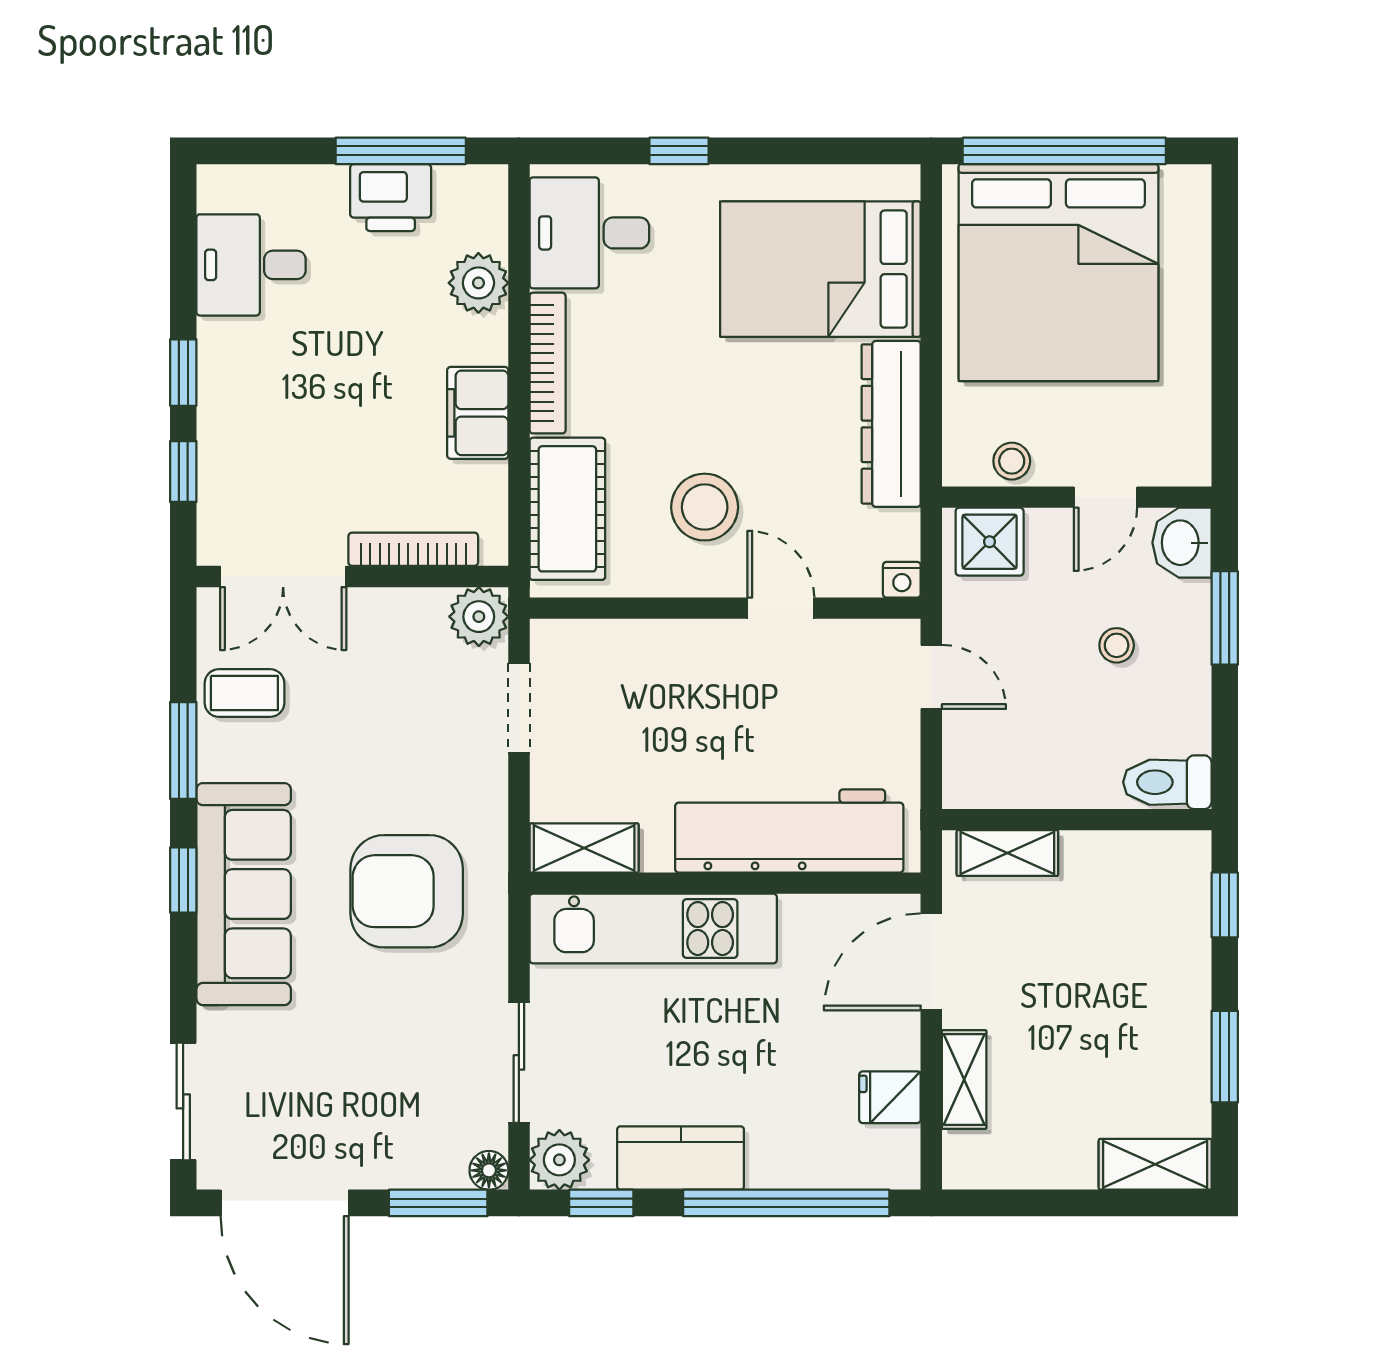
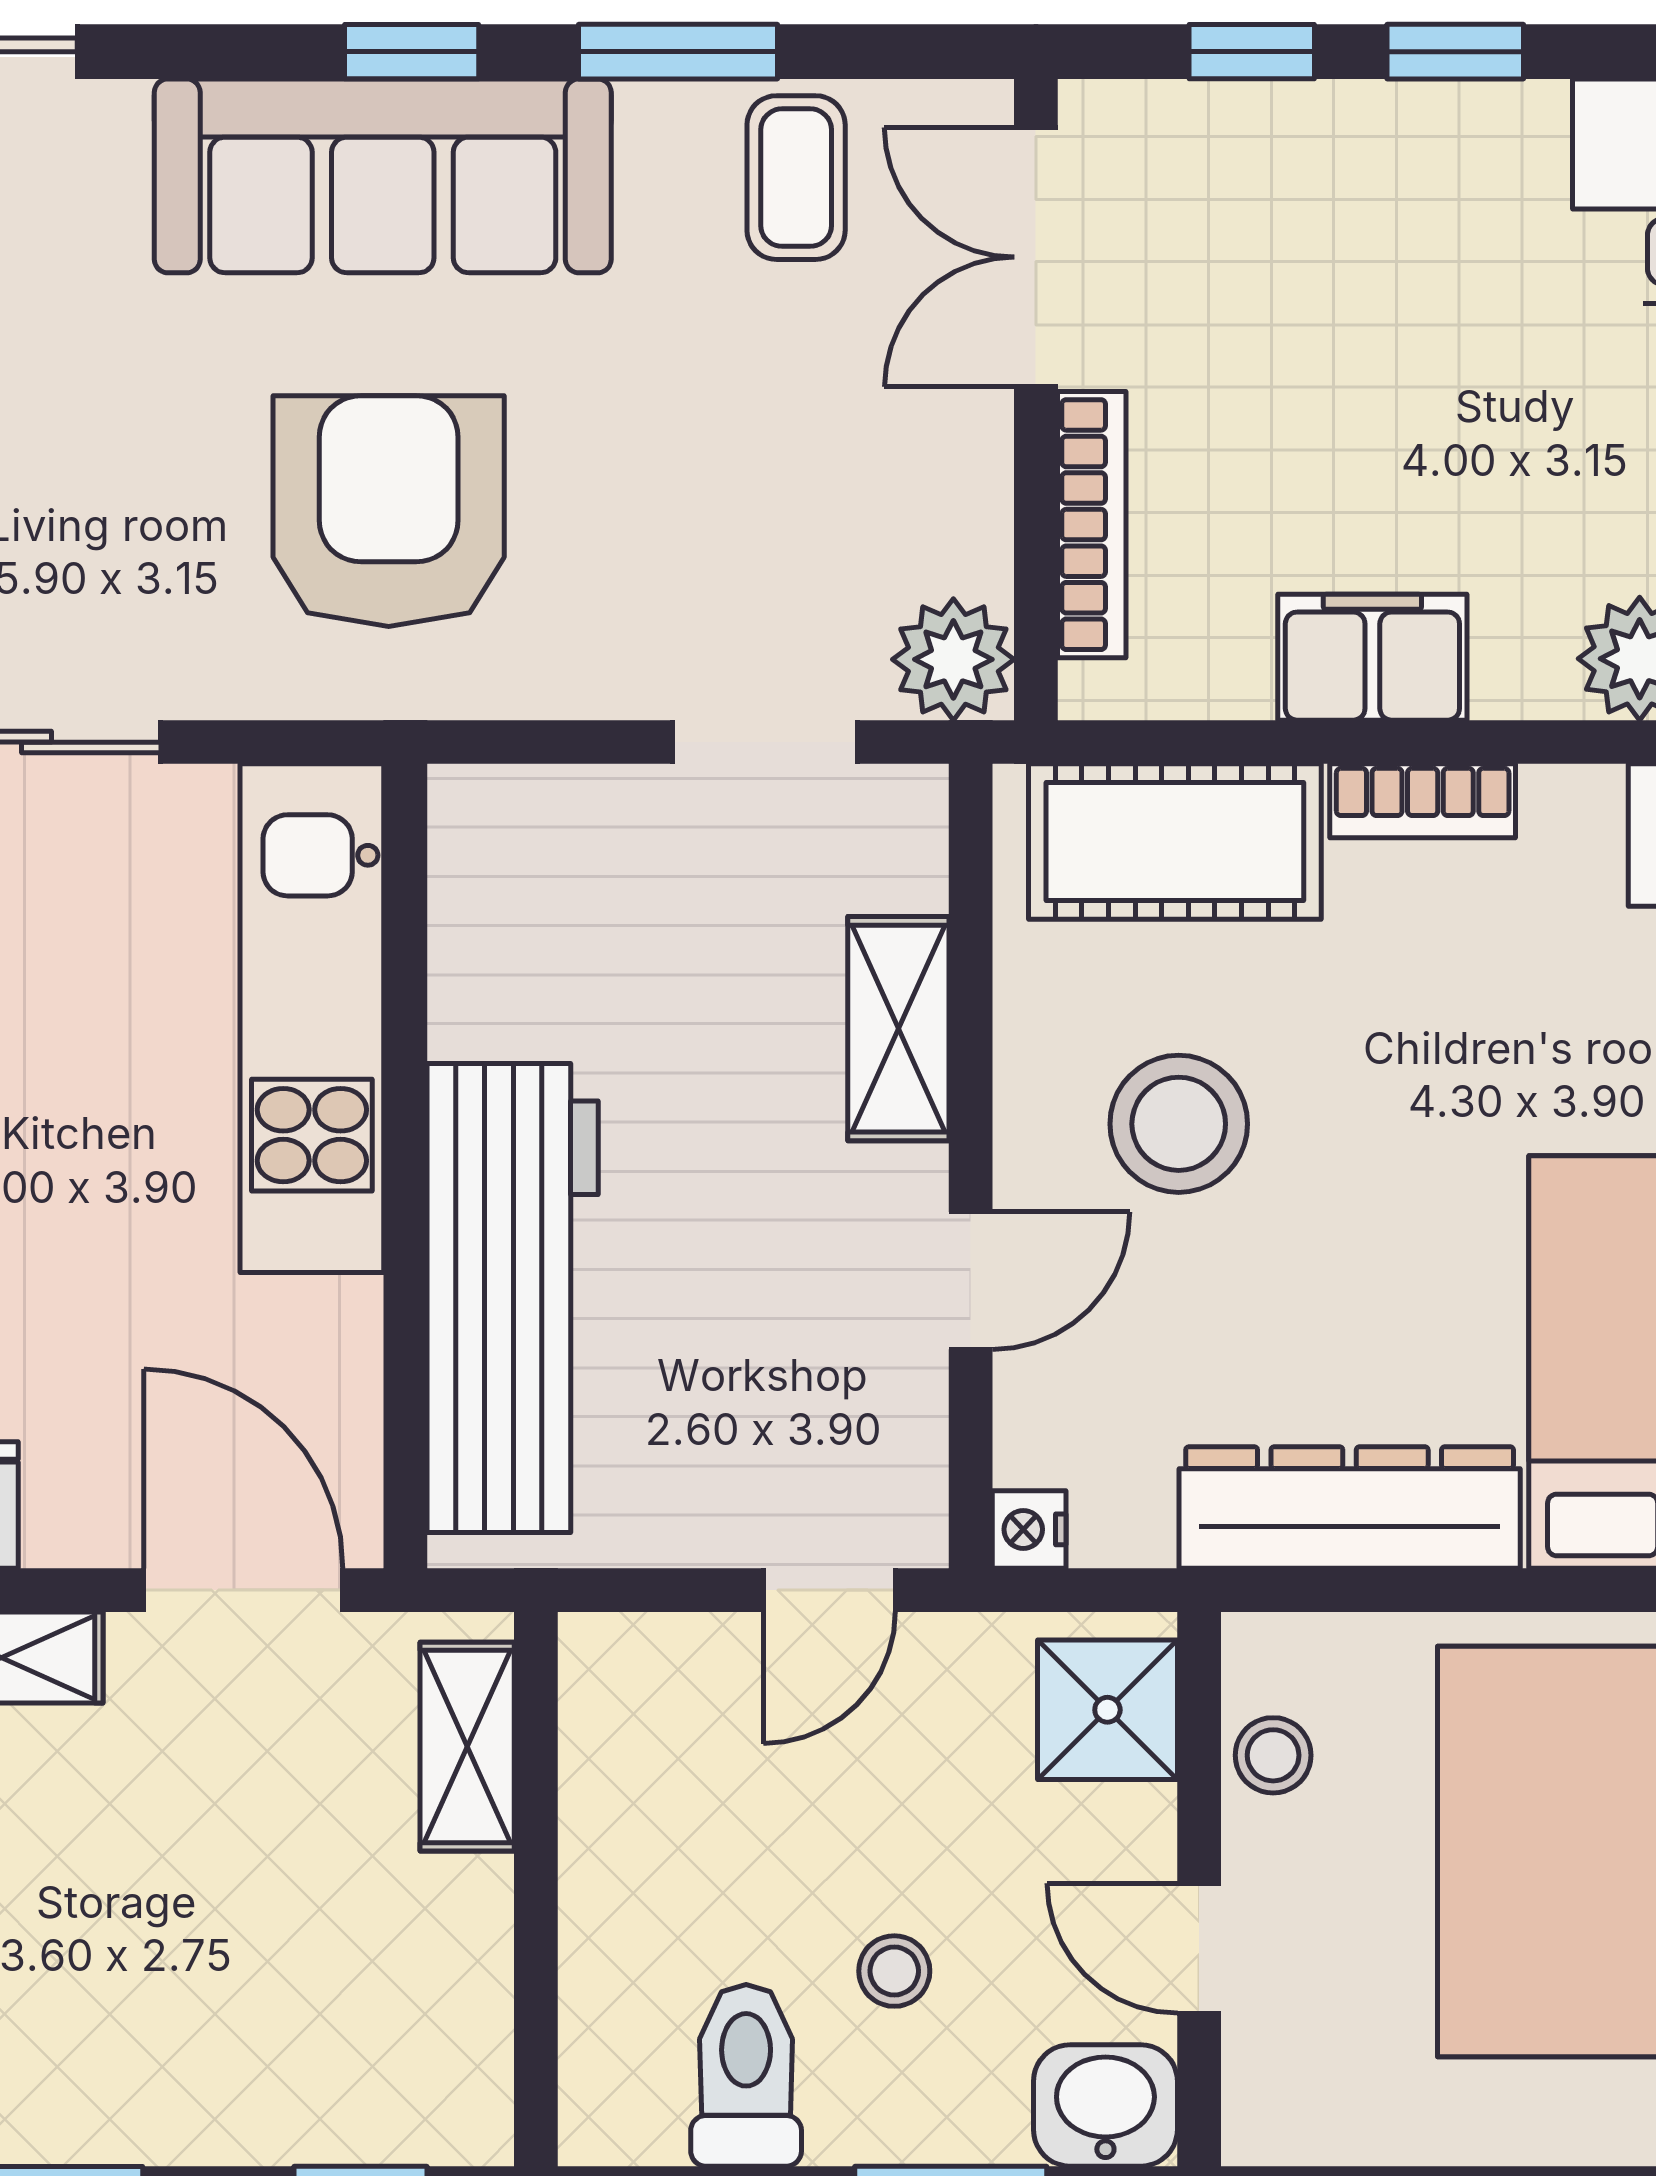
bookcase: (548, 363) -> (1423, 801), width x0.64
toilet: (1167, 782) -> (746, 2075), moved
shelving: (584, 848) -> (898, 1029), moved

